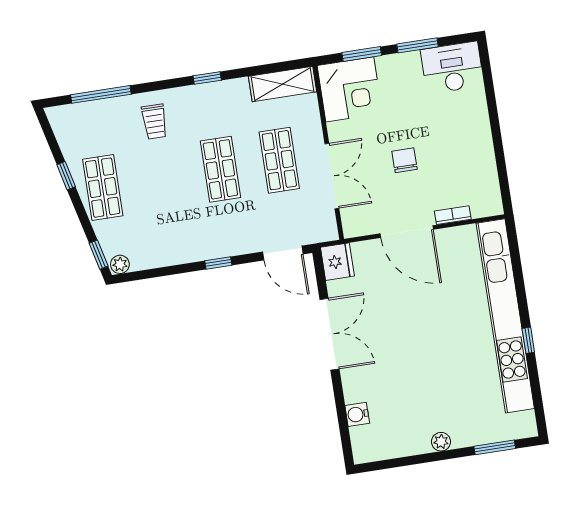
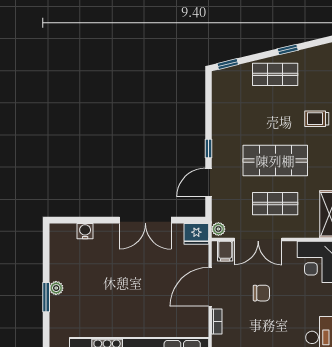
shop shelf: (220, 169) -> (275, 161), width x1.43, depth x1.36
filing cabinet: (355, 219) -> (225, 251), added
door: (283, 253) -> (209, 183), moved
plant: (120, 264) -> (218, 229), moved
window: (495, 447) -> (46, 297), moved

